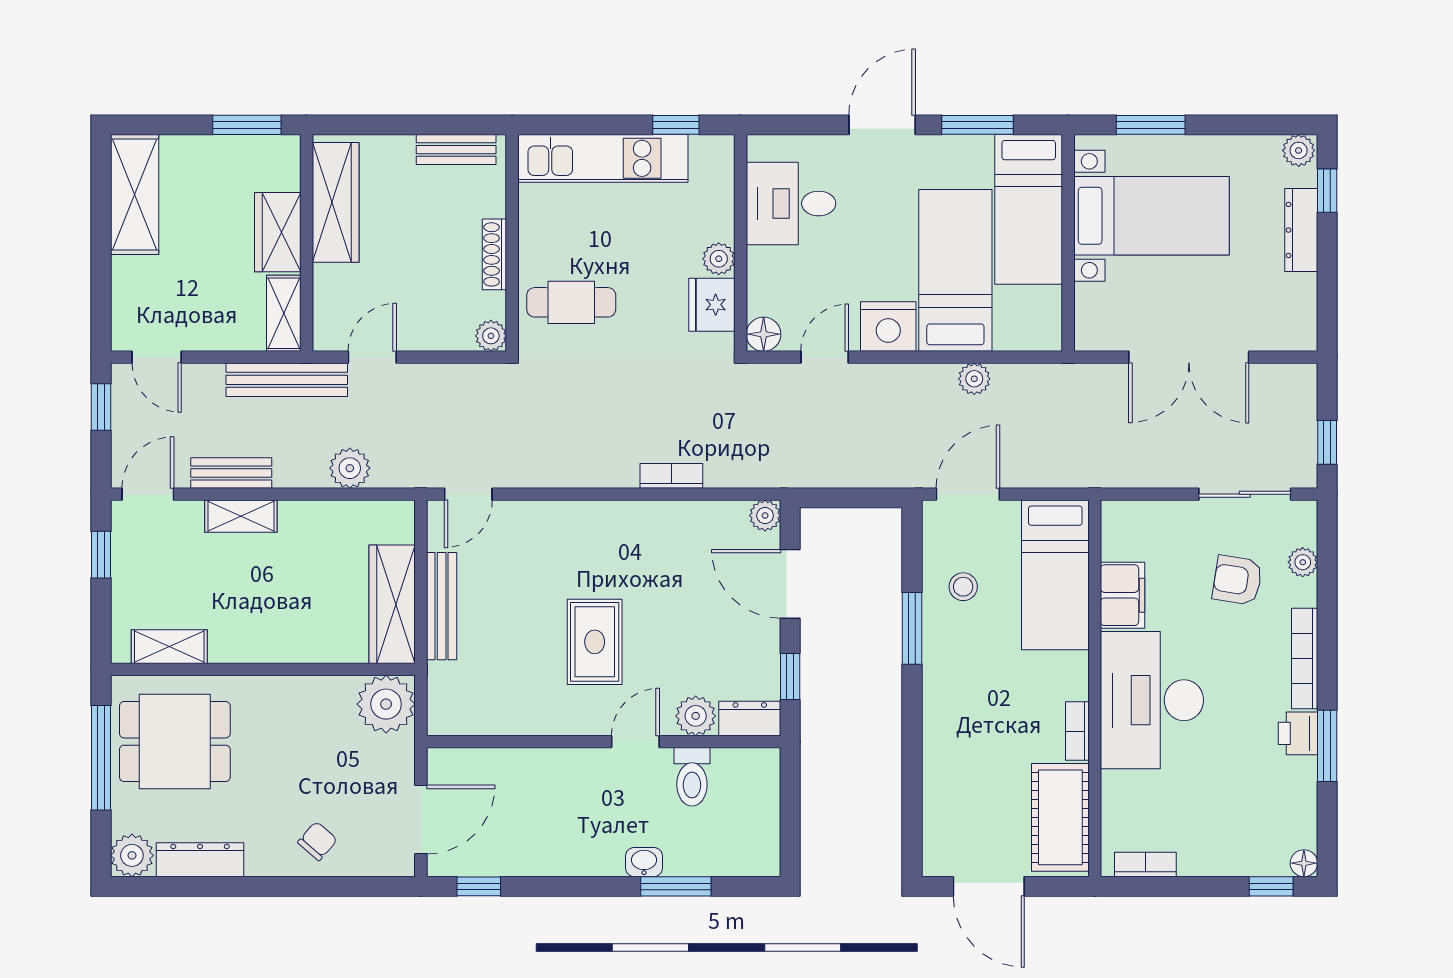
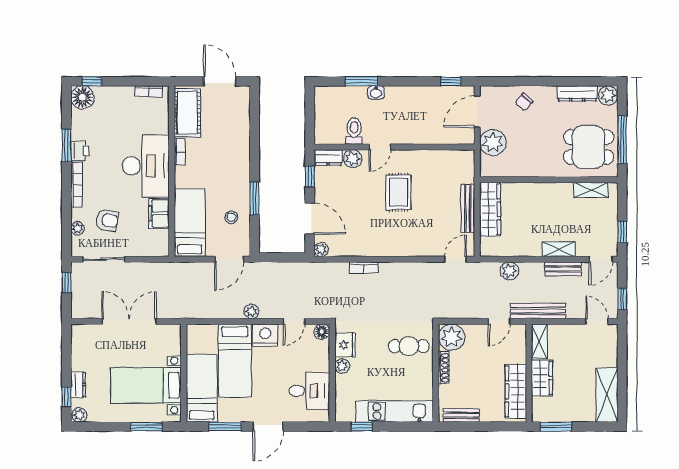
dresser: (1301, 230) -> (78, 385), width x0.70
plant: (491, 336) -> (452, 337), width x1.87, depth x1.87
plant: (974, 379) -> (251, 311), moved
plant: (386, 704) -> (493, 143), moved
floor lamp: (1304, 863) -> (82, 97), width x1.89, depth x1.89

